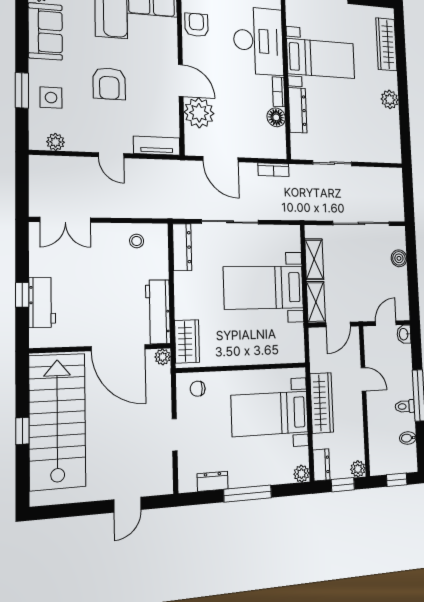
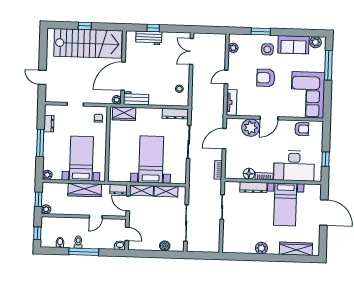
side table: (51, 98) -> (267, 49), moved
workbench: (158, 312) -> (136, 98), width x0.73
dresser: (321, 465) -> (119, 189), moved

